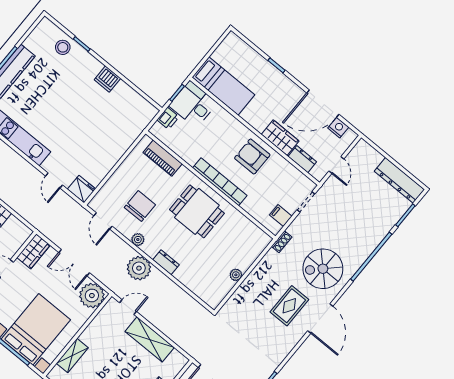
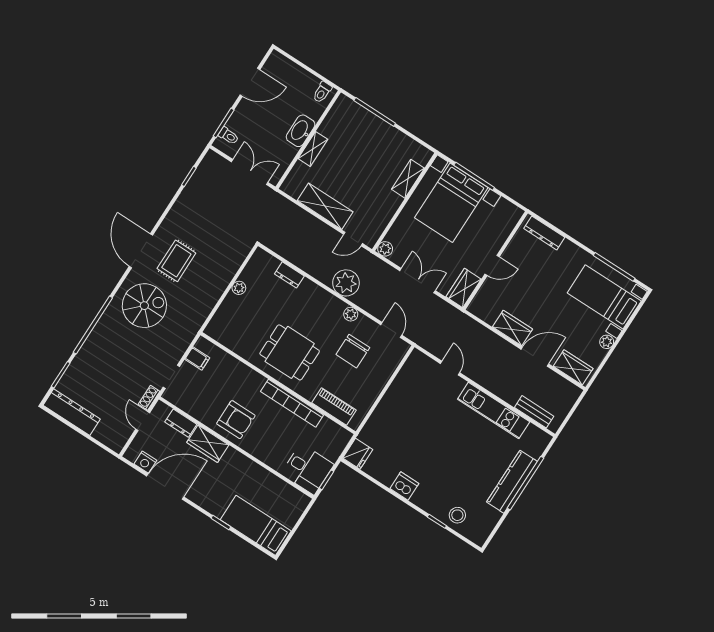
bed: (223, 86) -> (256, 525), moved
printer: (168, 118) -> (333, 451), removed
bookcase: (220, 182) -> (292, 403), moved
fridge: (81, 189) -> (358, 454), moved, turned -90
shoe rack: (282, 242) -> (149, 398), moved
dresser: (166, 262) -> (289, 275), moved
plant: (92, 296) -> (385, 249), width x0.53, depth x0.53

